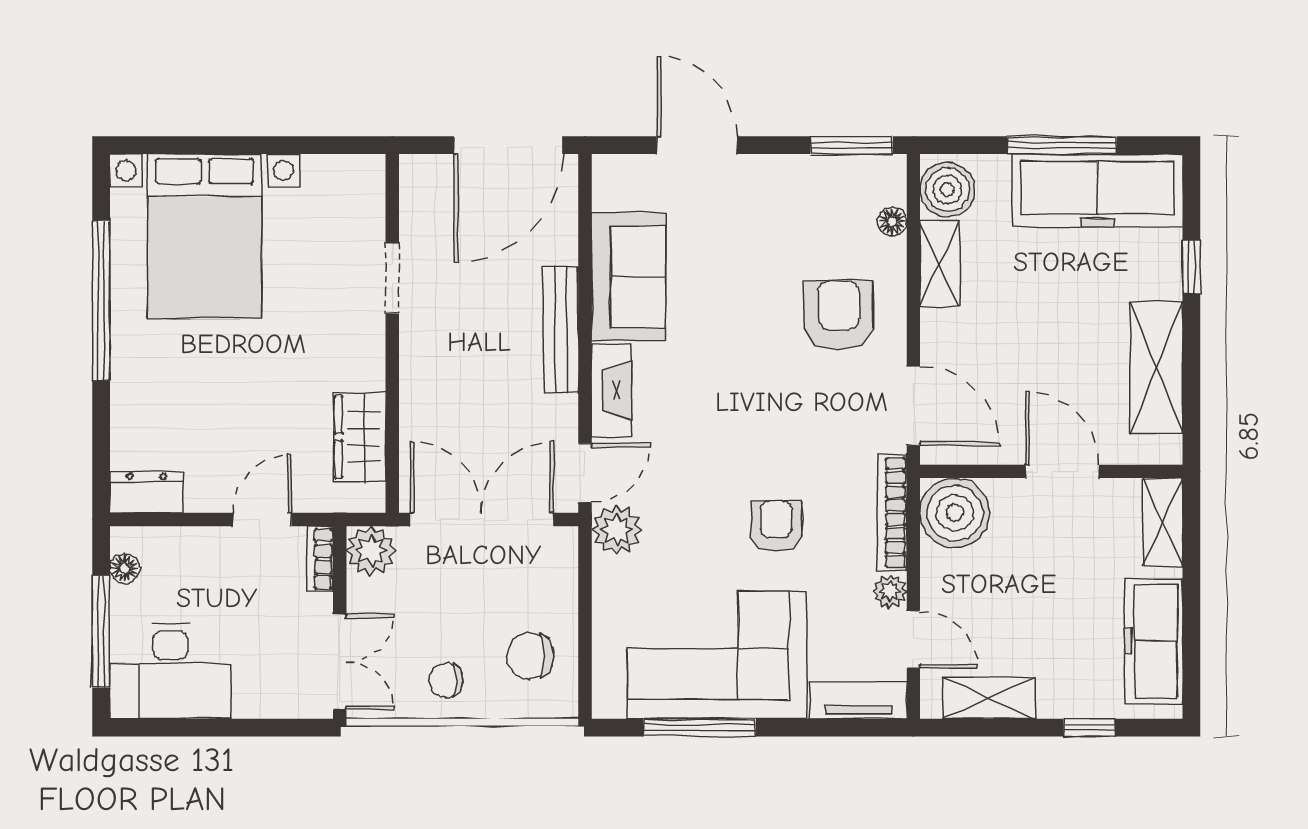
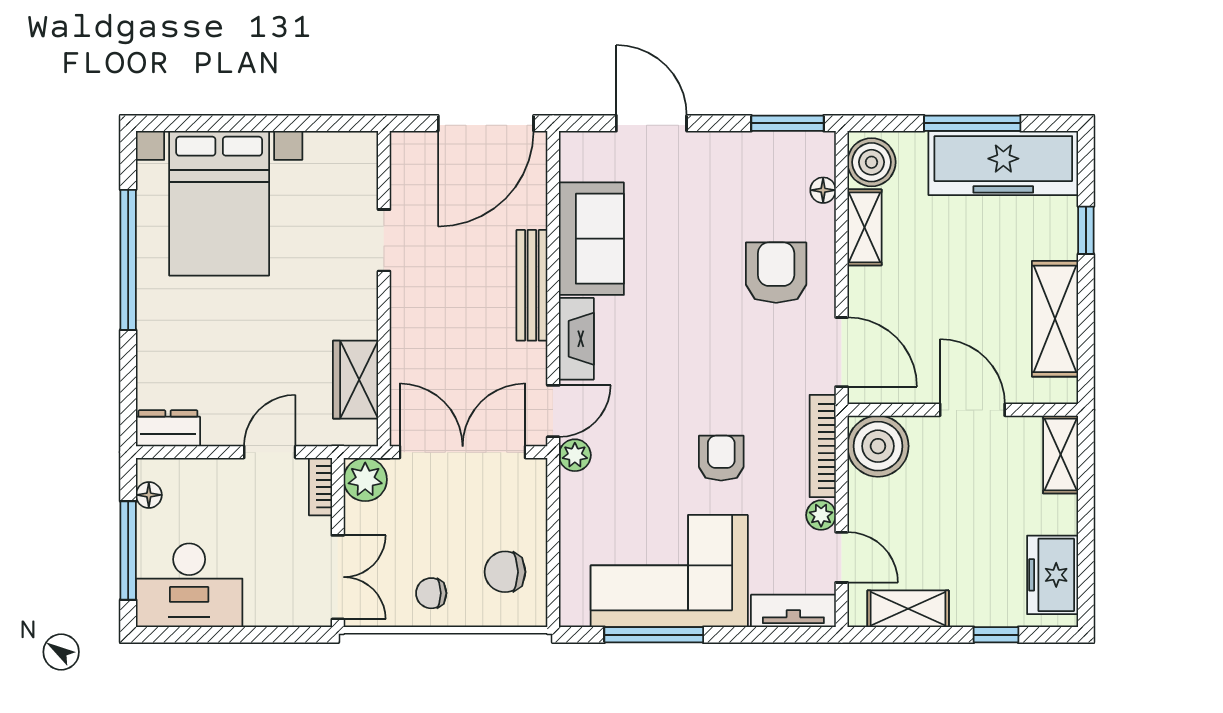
plant: (616, 530) -> (575, 455), width x0.73, depth x0.73
freezer: (1154, 641) -> (1053, 575), width x0.71

